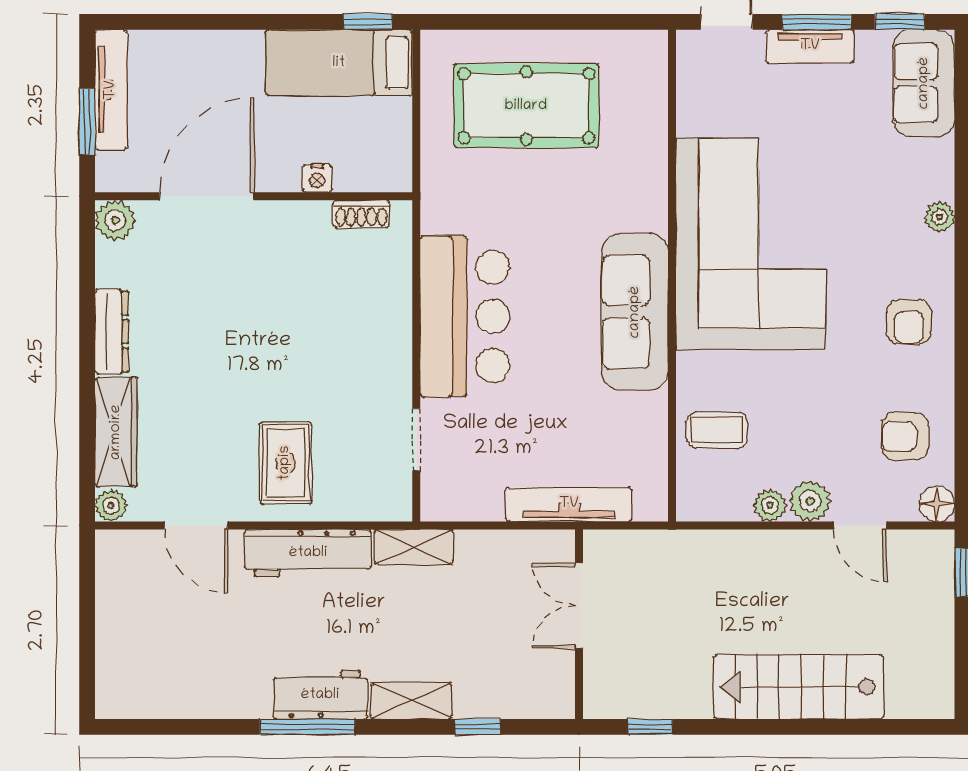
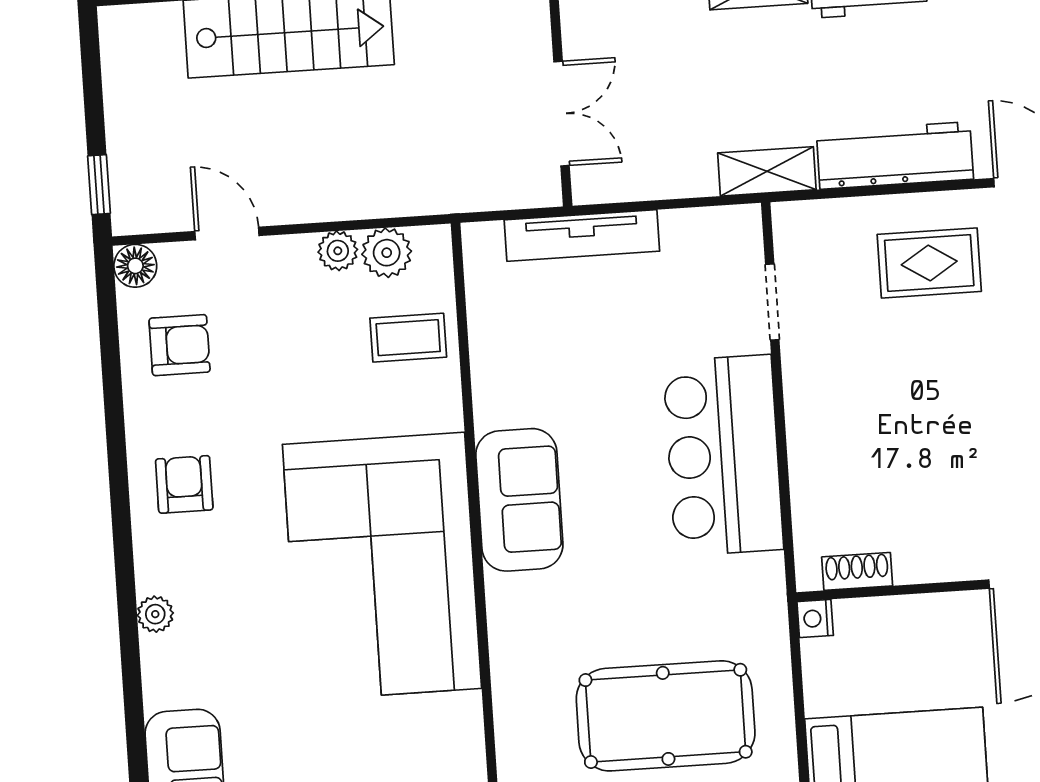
nightstand: (317, 178) -> (815, 618), moved, turned -90
sofa: (635, 312) -> (519, 500), width x0.73
rug: (285, 463) -> (929, 263), turned 90
plant: (810, 501) -> (387, 253), moved

